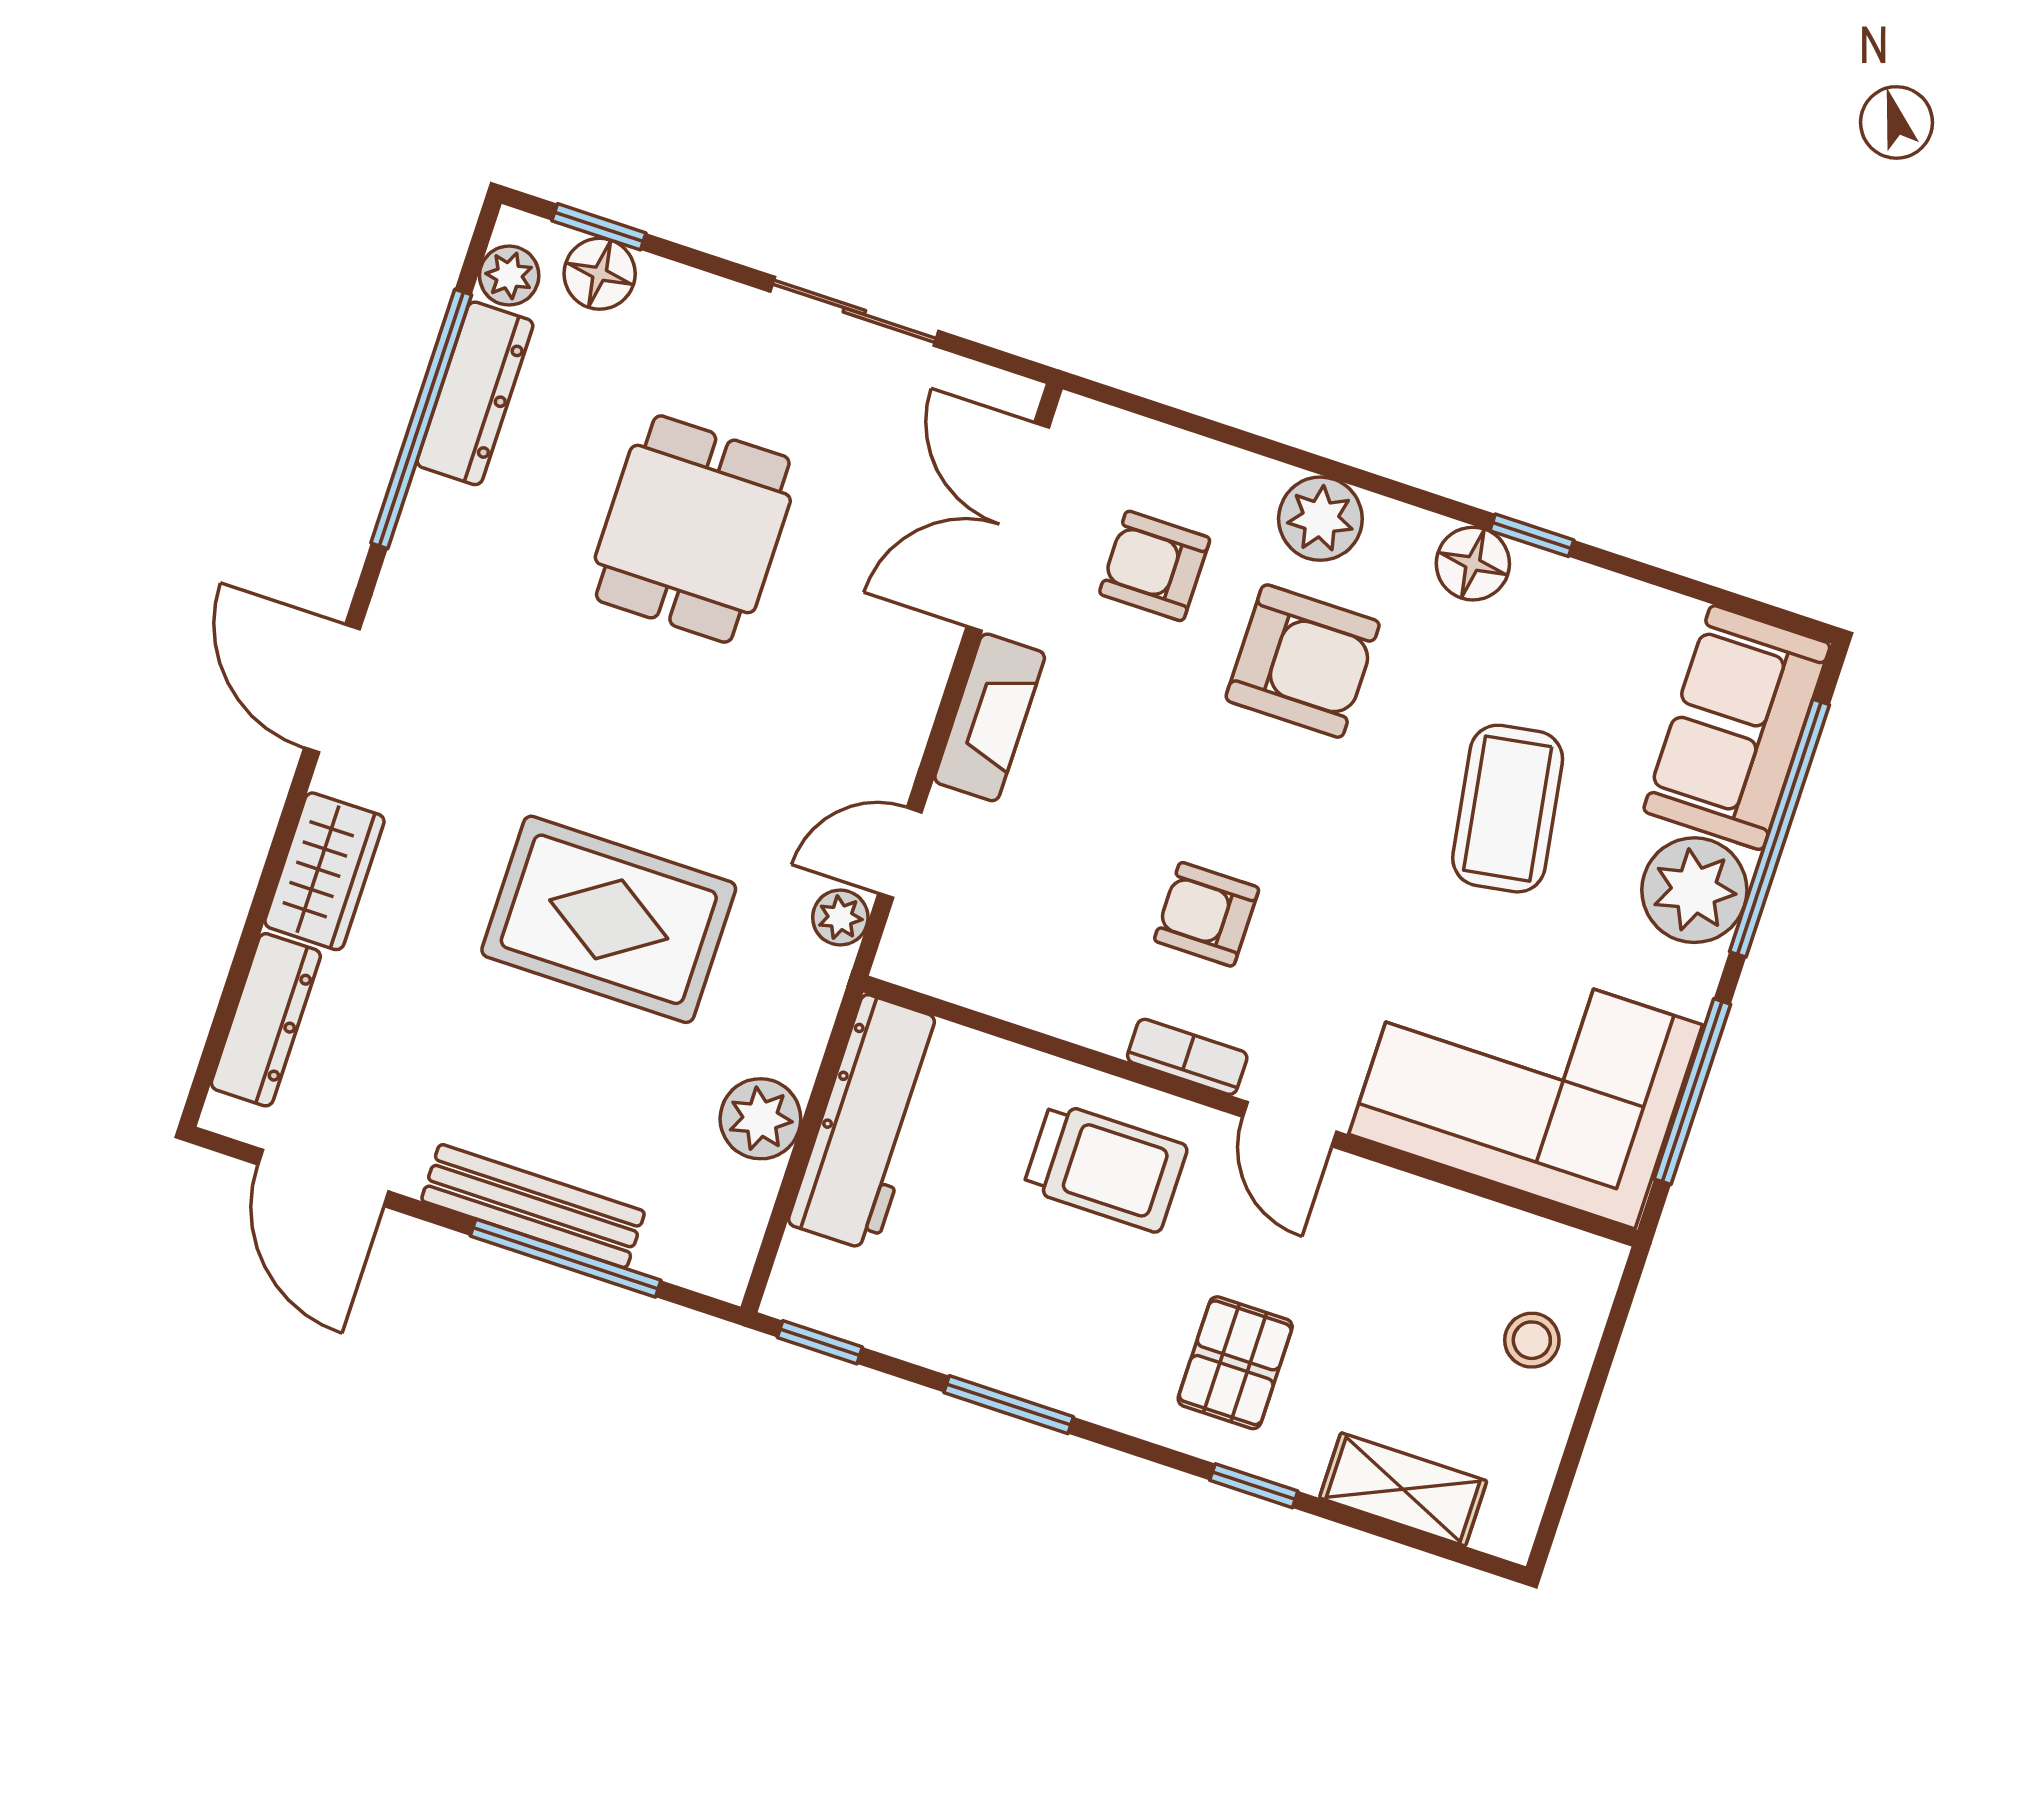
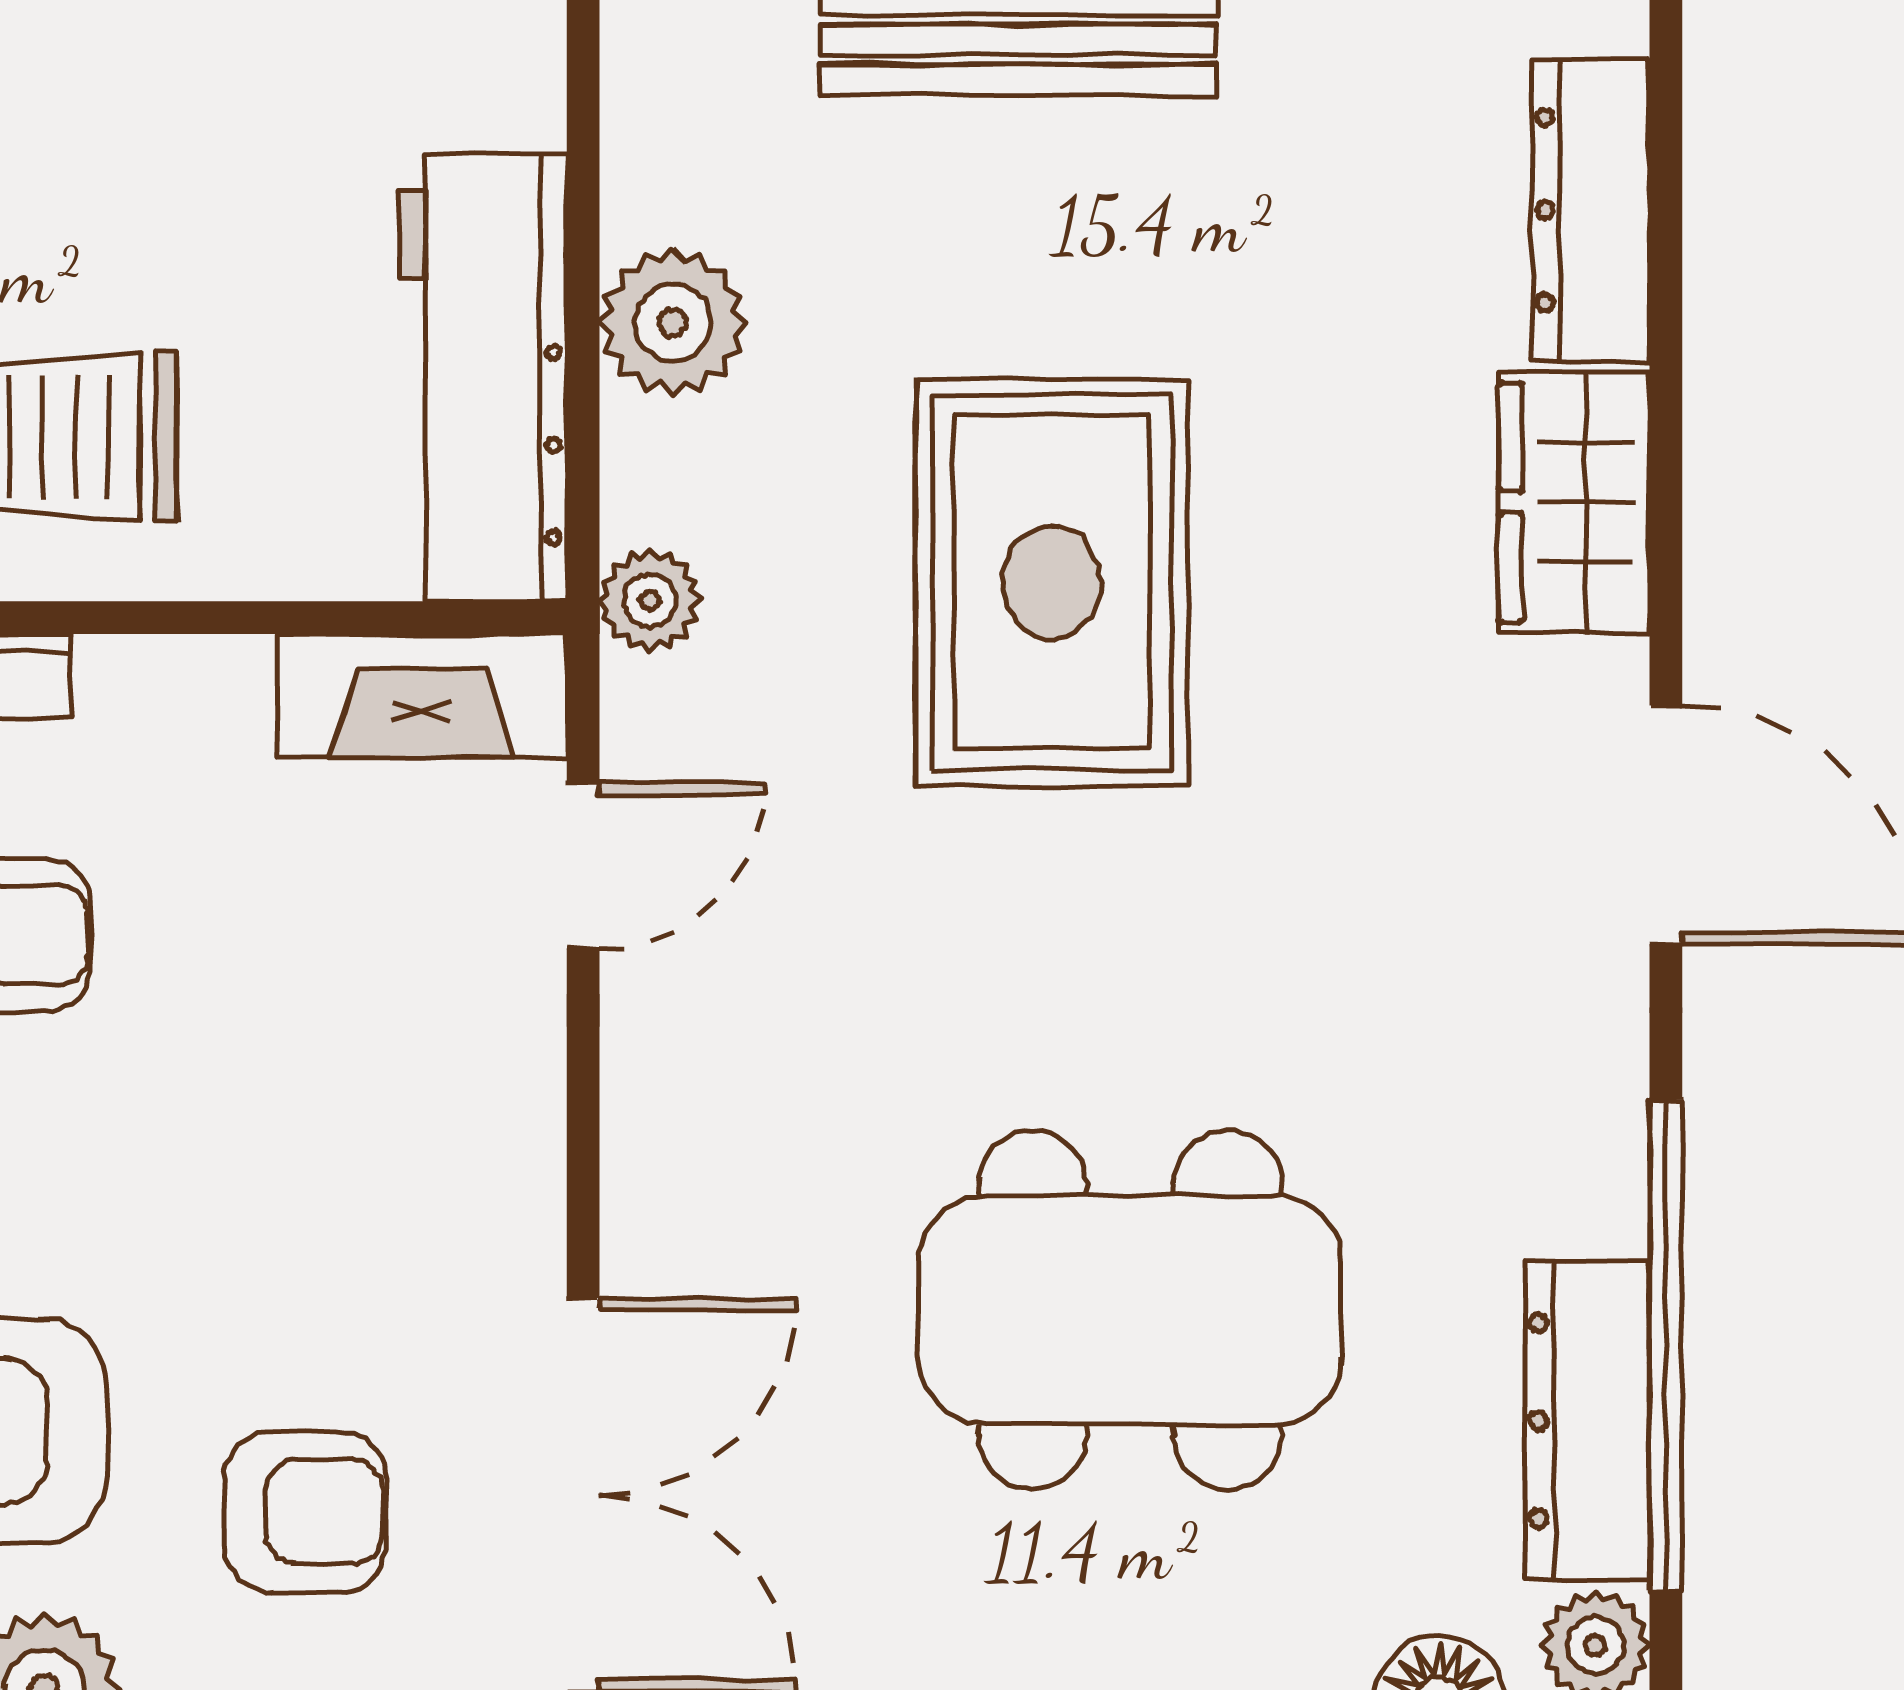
dining table: (693, 529) -> (1130, 1310), width x1.37
fireplace: (990, 717) -> (422, 696), moved, turned -90
plant: (840, 917) -> (650, 600), moved
rug: (609, 919) -> (1052, 582), turned 90

